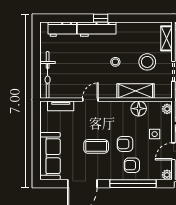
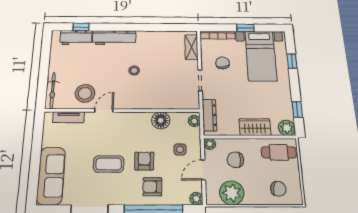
window: (101, 18) -> (81, 27), moved
stool: (147, 62) -> (85, 93), moved
bicycle: (48, 75) -> (53, 90), width x0.73, depth x0.71
shelving: (136, 91) -> (157, 101), removed
armchair: (125, 144) -> (144, 161), turned 90

